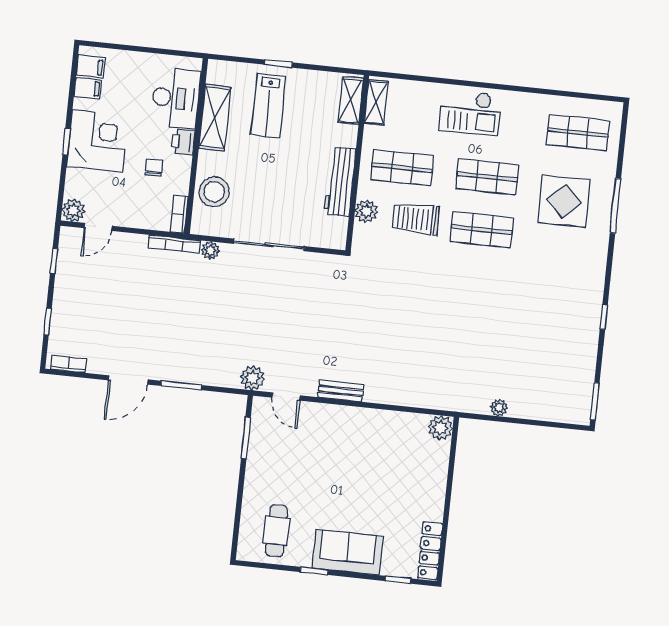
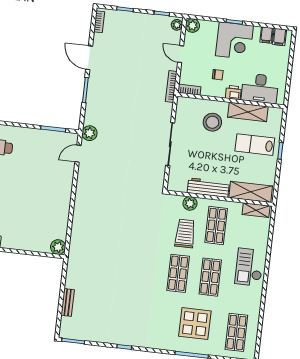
shelving: (351, 101) -> (251, 192), width x1.50, depth x1.33
stool: (214, 192) -> (212, 122), moved
door: (98, 227) -> (181, 54), moved
plant: (210, 250) -> (177, 25), moved
bench: (341, 391) -> (68, 302), moved
plant: (499, 408) -> (70, 283), removed

